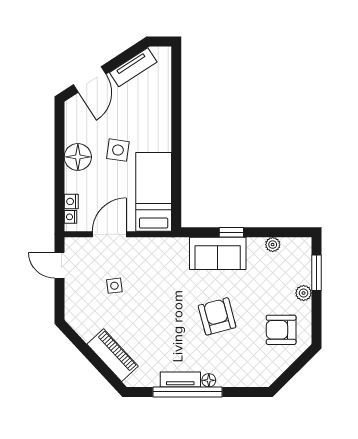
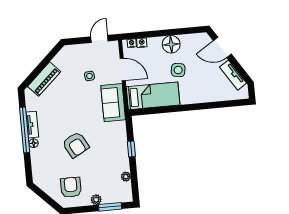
sofa: (218, 253) -> (113, 103), moved
armchair: (217, 316) -> (76, 145), turned 76

